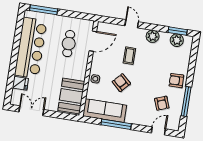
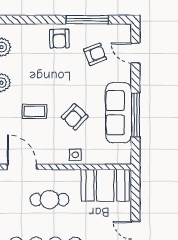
cafe table: (69, 44) -> (50, 200), moved
sofa: (105, 111) -> (119, 113), moved

